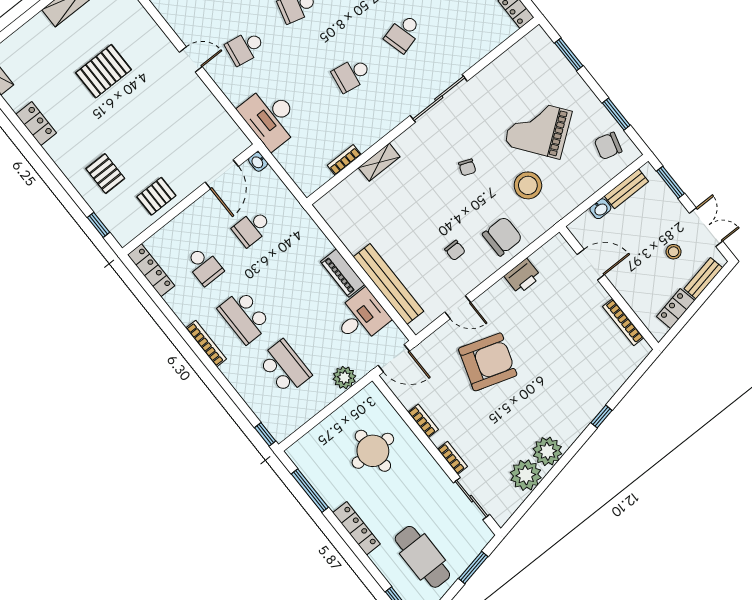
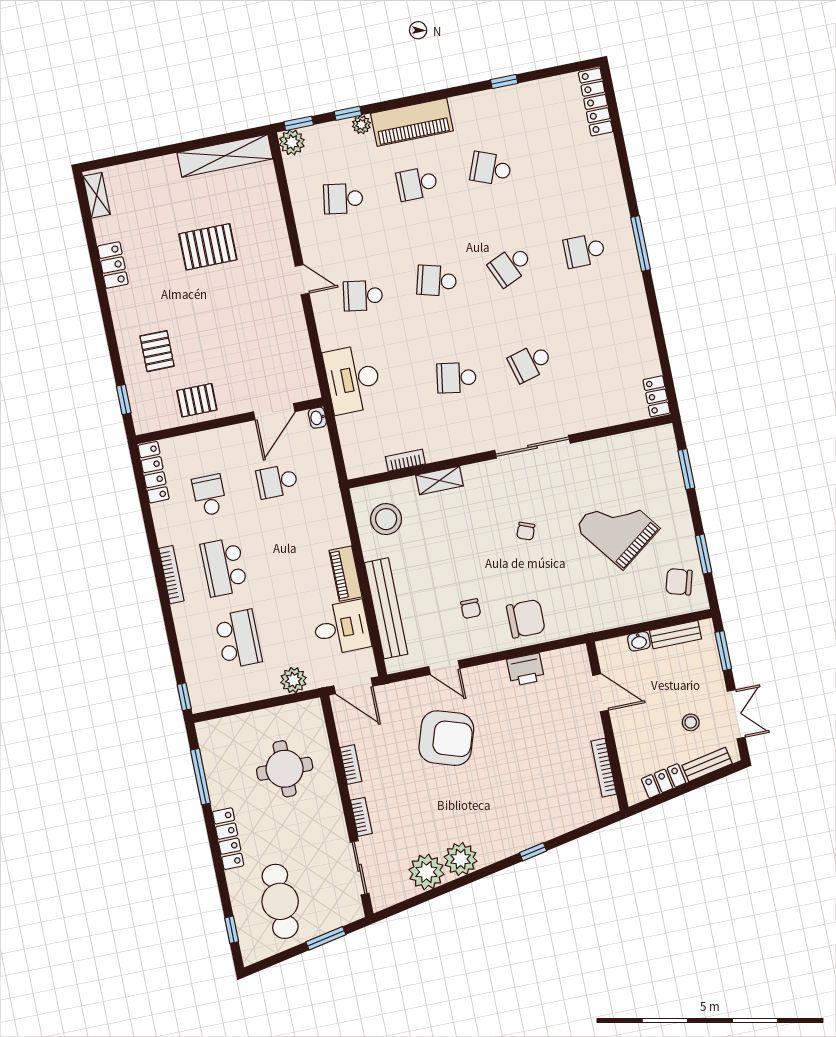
stool: (528, 185) -> (386, 519), moved
school desk: (204, 266) -> (209, 495), turned 180

